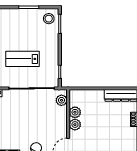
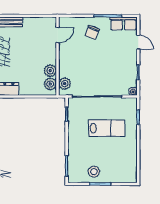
stool: (49, 19) -> (94, 172), moved
plant: (75, 125) -> (50, 84), moved

